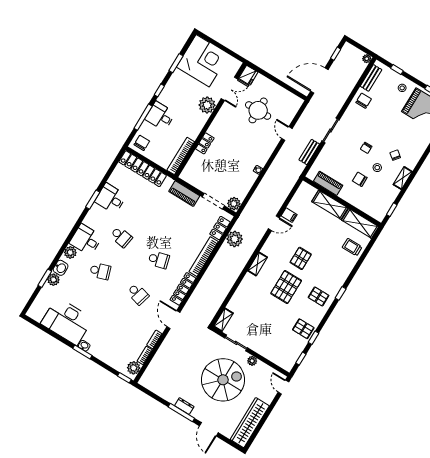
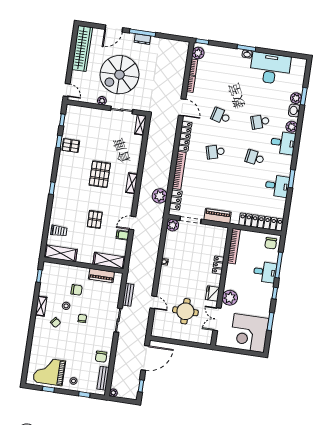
fridge: (248, 75) -> (213, 294), moved
shelving: (330, 205) -> (109, 261), moved
pallet: (301, 258) -> (95, 219), moved
pallet: (319, 296) -> (69, 178), removed
door: (209, 429) -> (114, 28), swing flipped

